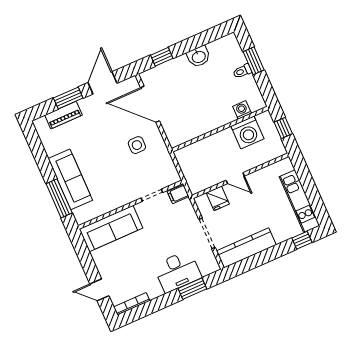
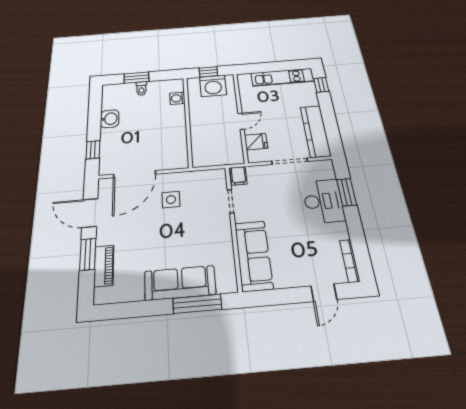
washing machine: (247, 133) -> (213, 86), moved, turned 90

